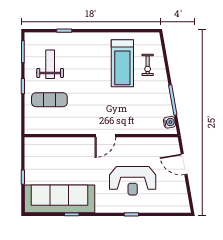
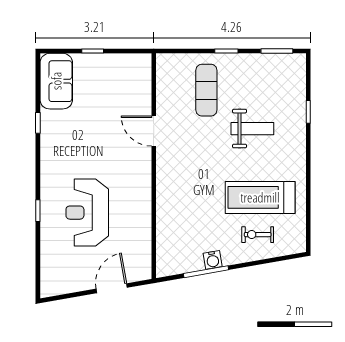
weight bench: (50, 64) -> (252, 129), moved
water cooler: (170, 122) -> (213, 260), moved
door: (105, 136) -> (154, 131), moved
sofa: (59, 199) -> (56, 81), width x0.54, depth x0.79

